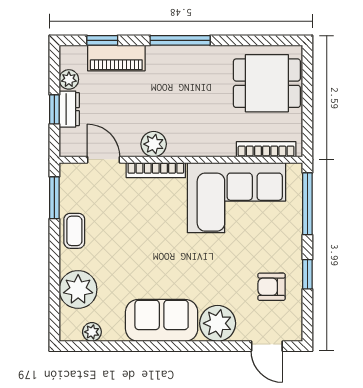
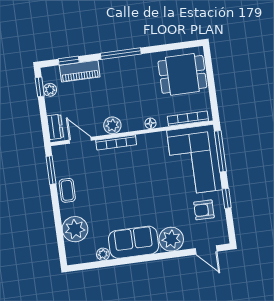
window: (54, 109) -> (40, 87), moved
dresser: (69, 109) -> (55, 127), moved
floor lamp: (210, 149) -> (150, 123), added
corner sofa: (236, 198) -> (194, 160), moved, turned 90
plant: (92, 332) -> (103, 254), moved

